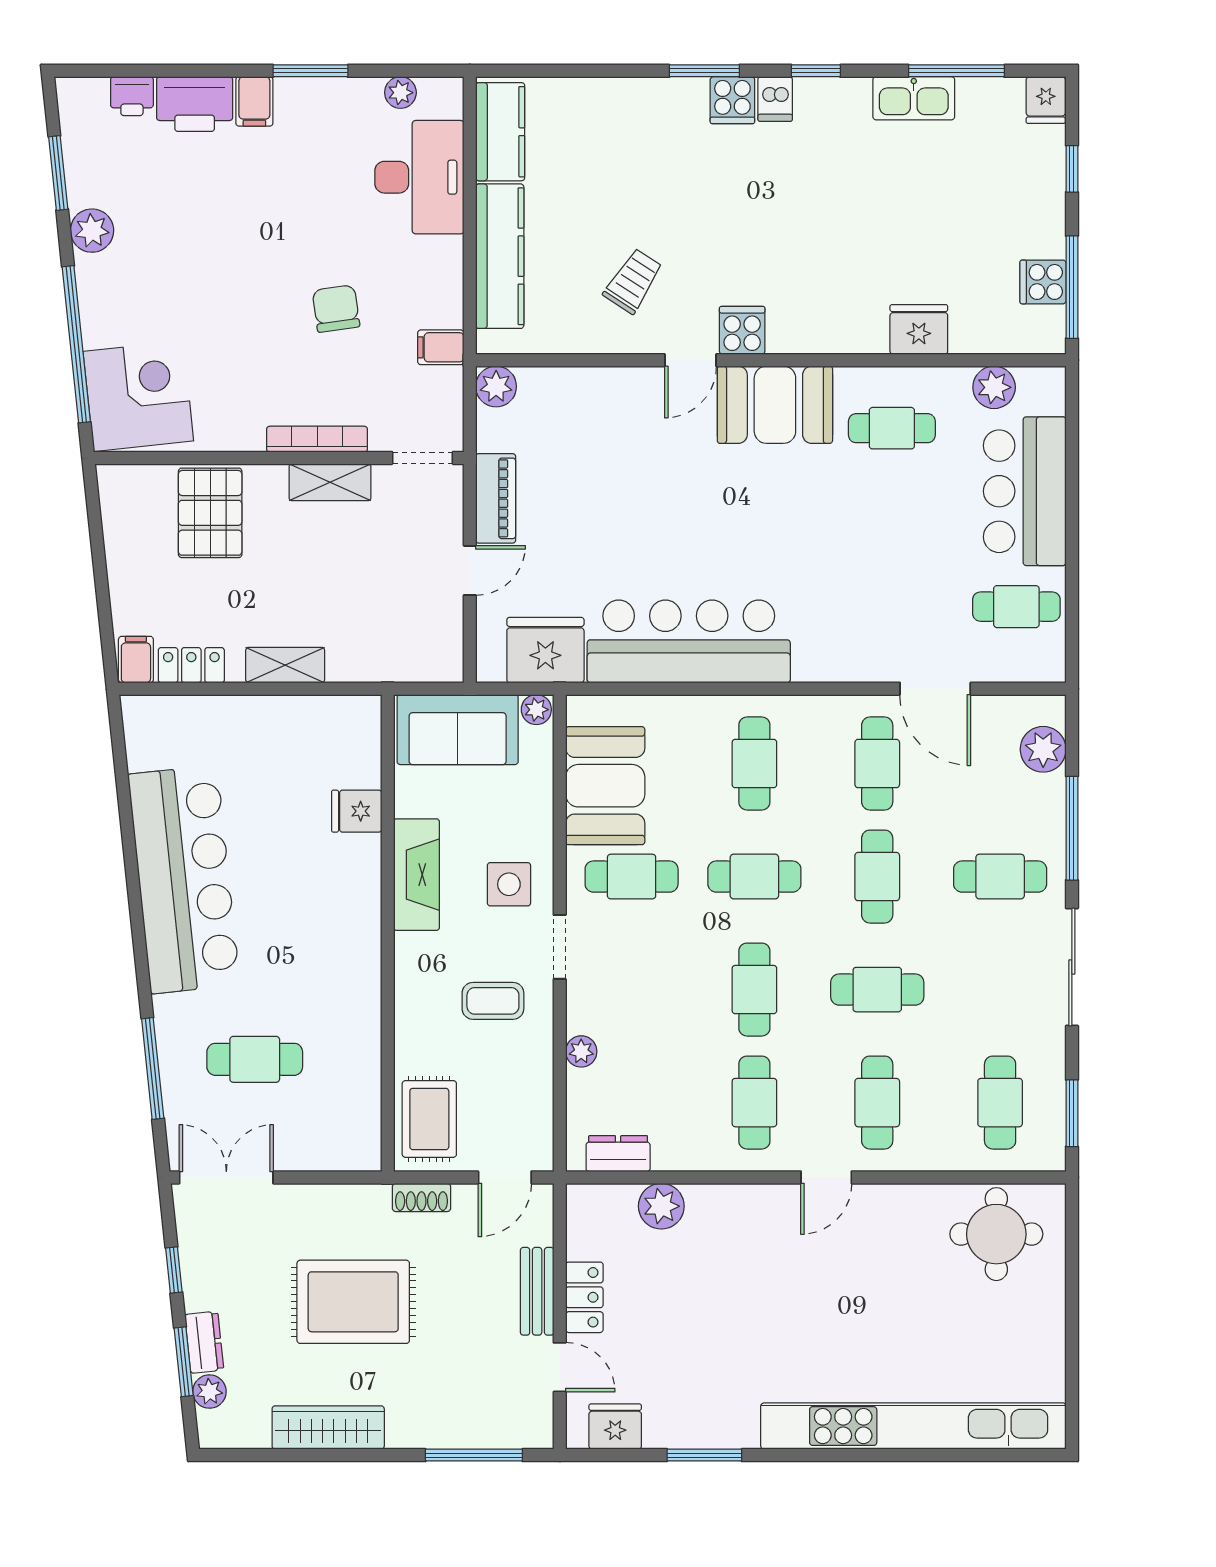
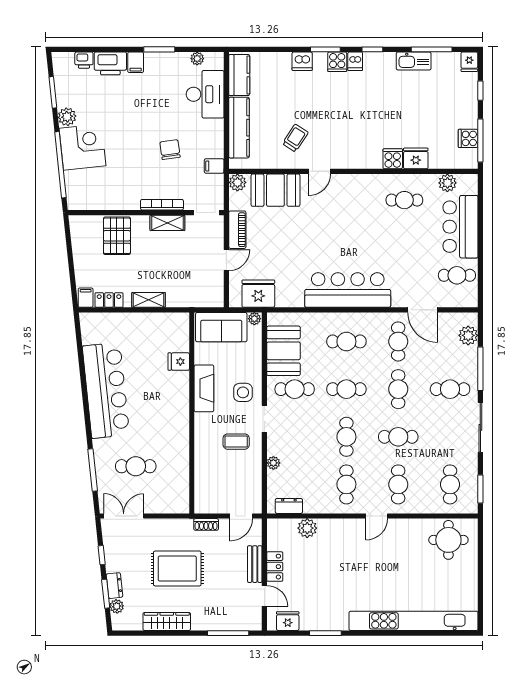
dishwasher: (649, 99) -> (302, 61), added
cooker: (742, 330) -> (393, 159), moved
corner desk: (138, 396) -> (82, 147), moved
booth: (775, 405) -> (275, 190), moved
bar counter: (689, 641) -> (348, 290), moved
cafe table: (754, 764) -> (346, 341), turned 90
rug: (429, 1119) -> (209, 491), removed

